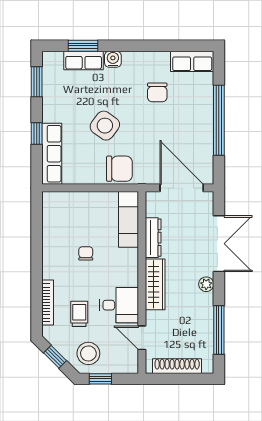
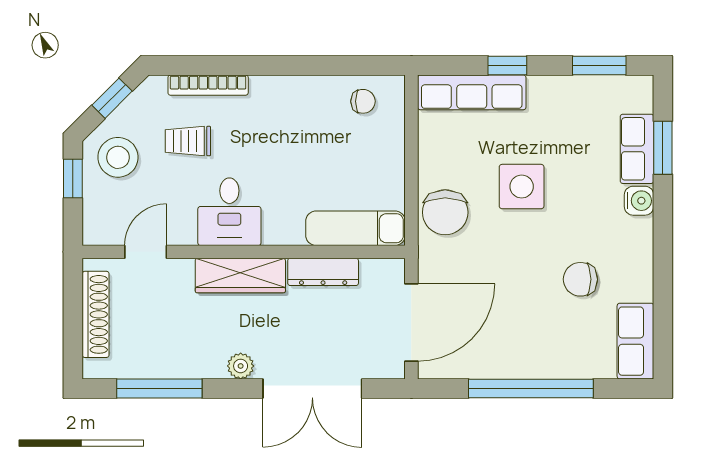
side table: (105, 126) -> (522, 187), turned -36
chair: (86, 253) -> (363, 101), moved
desk: (119, 305) -> (229, 212), moved
trolley: (79, 314) -> (188, 141), turned 180

